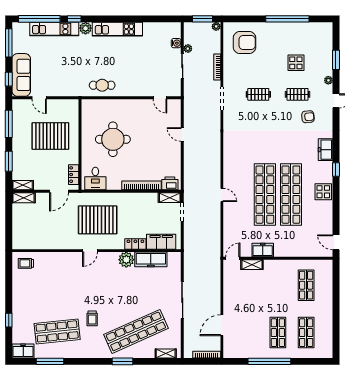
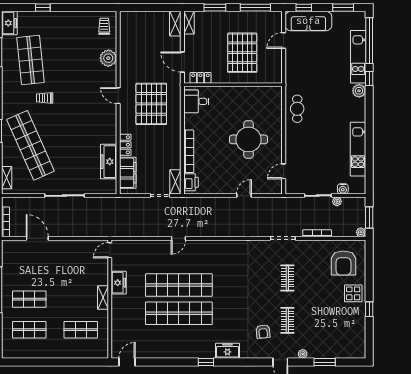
window: (287, 19) -> (369, 309), width x0.32
kitchen unit: (117, 29) -> (358, 149), moved
window: (9, 43) -> (343, 8), width x0.69
display table: (296, 63) -> (353, 293), moved
round table: (113, 139) -> (248, 139), moved
display table: (323, 192) -> (182, 348), removed
door: (233, 258) -> (110, 250), swing flipped
plant: (126, 260) -> (108, 58), moved
shelving: (252, 265) -> (103, 298), moved

